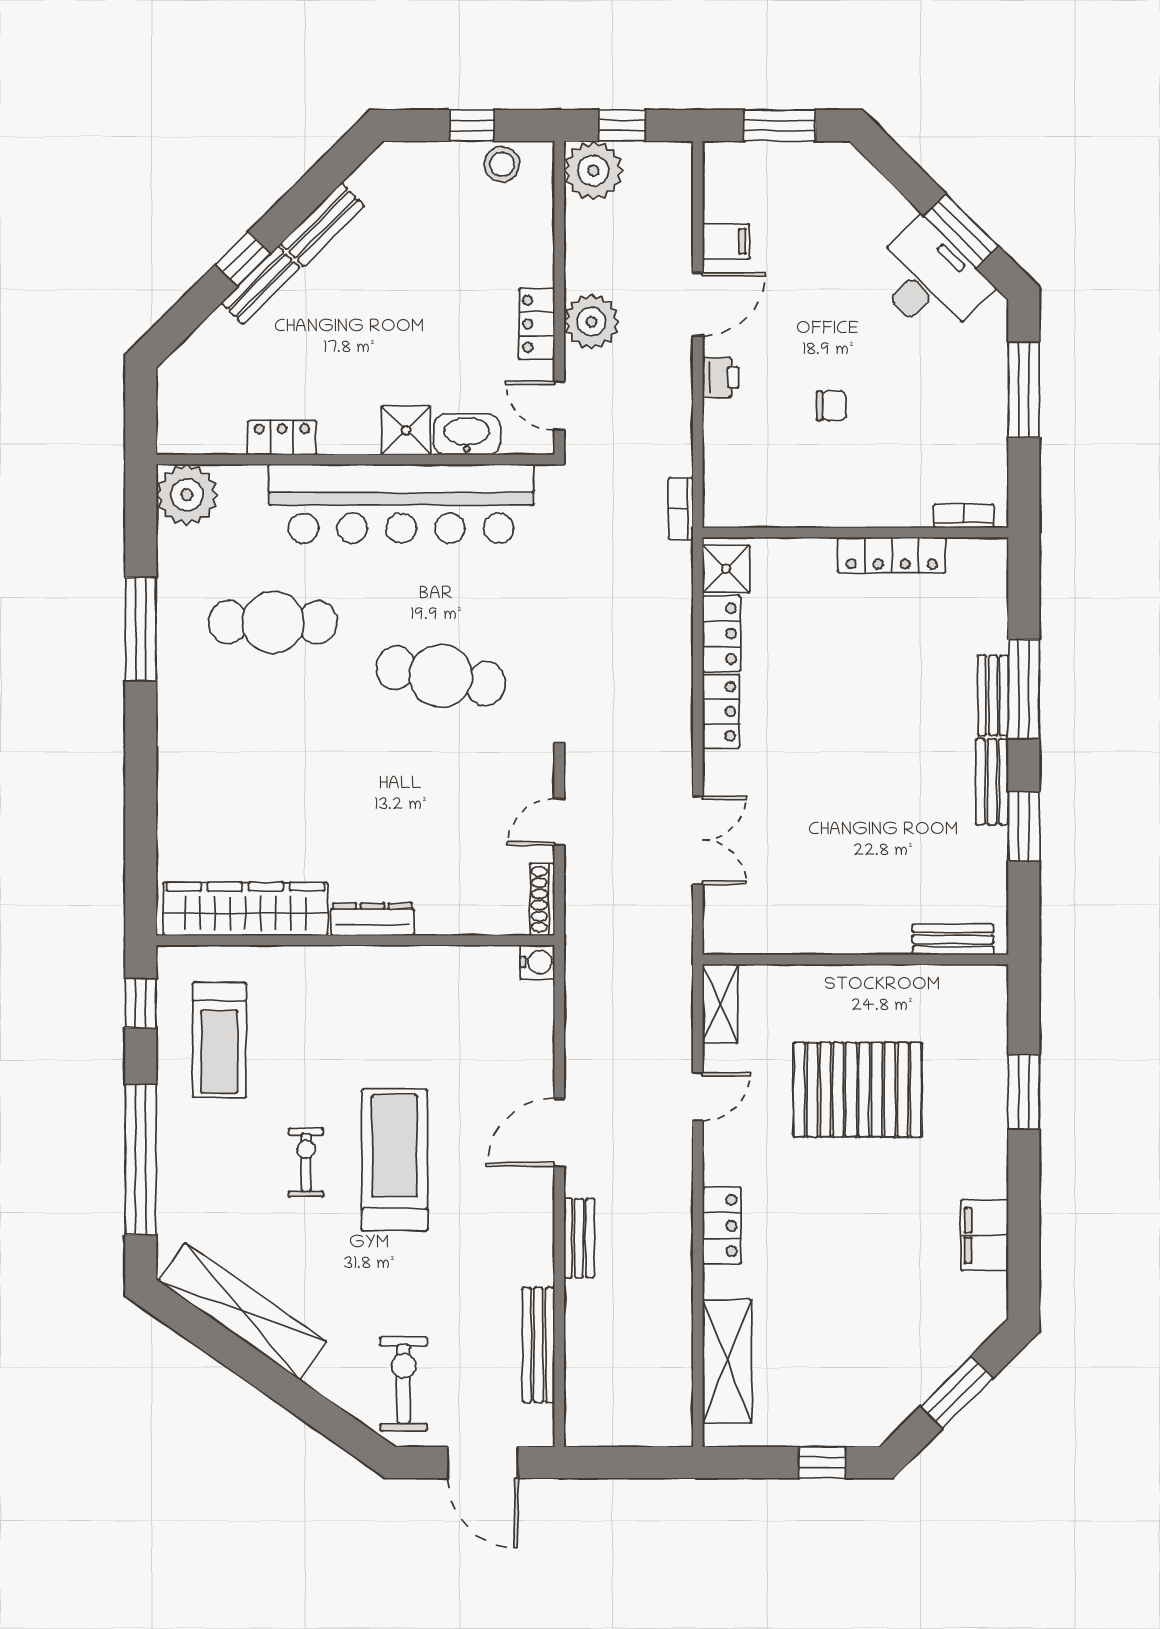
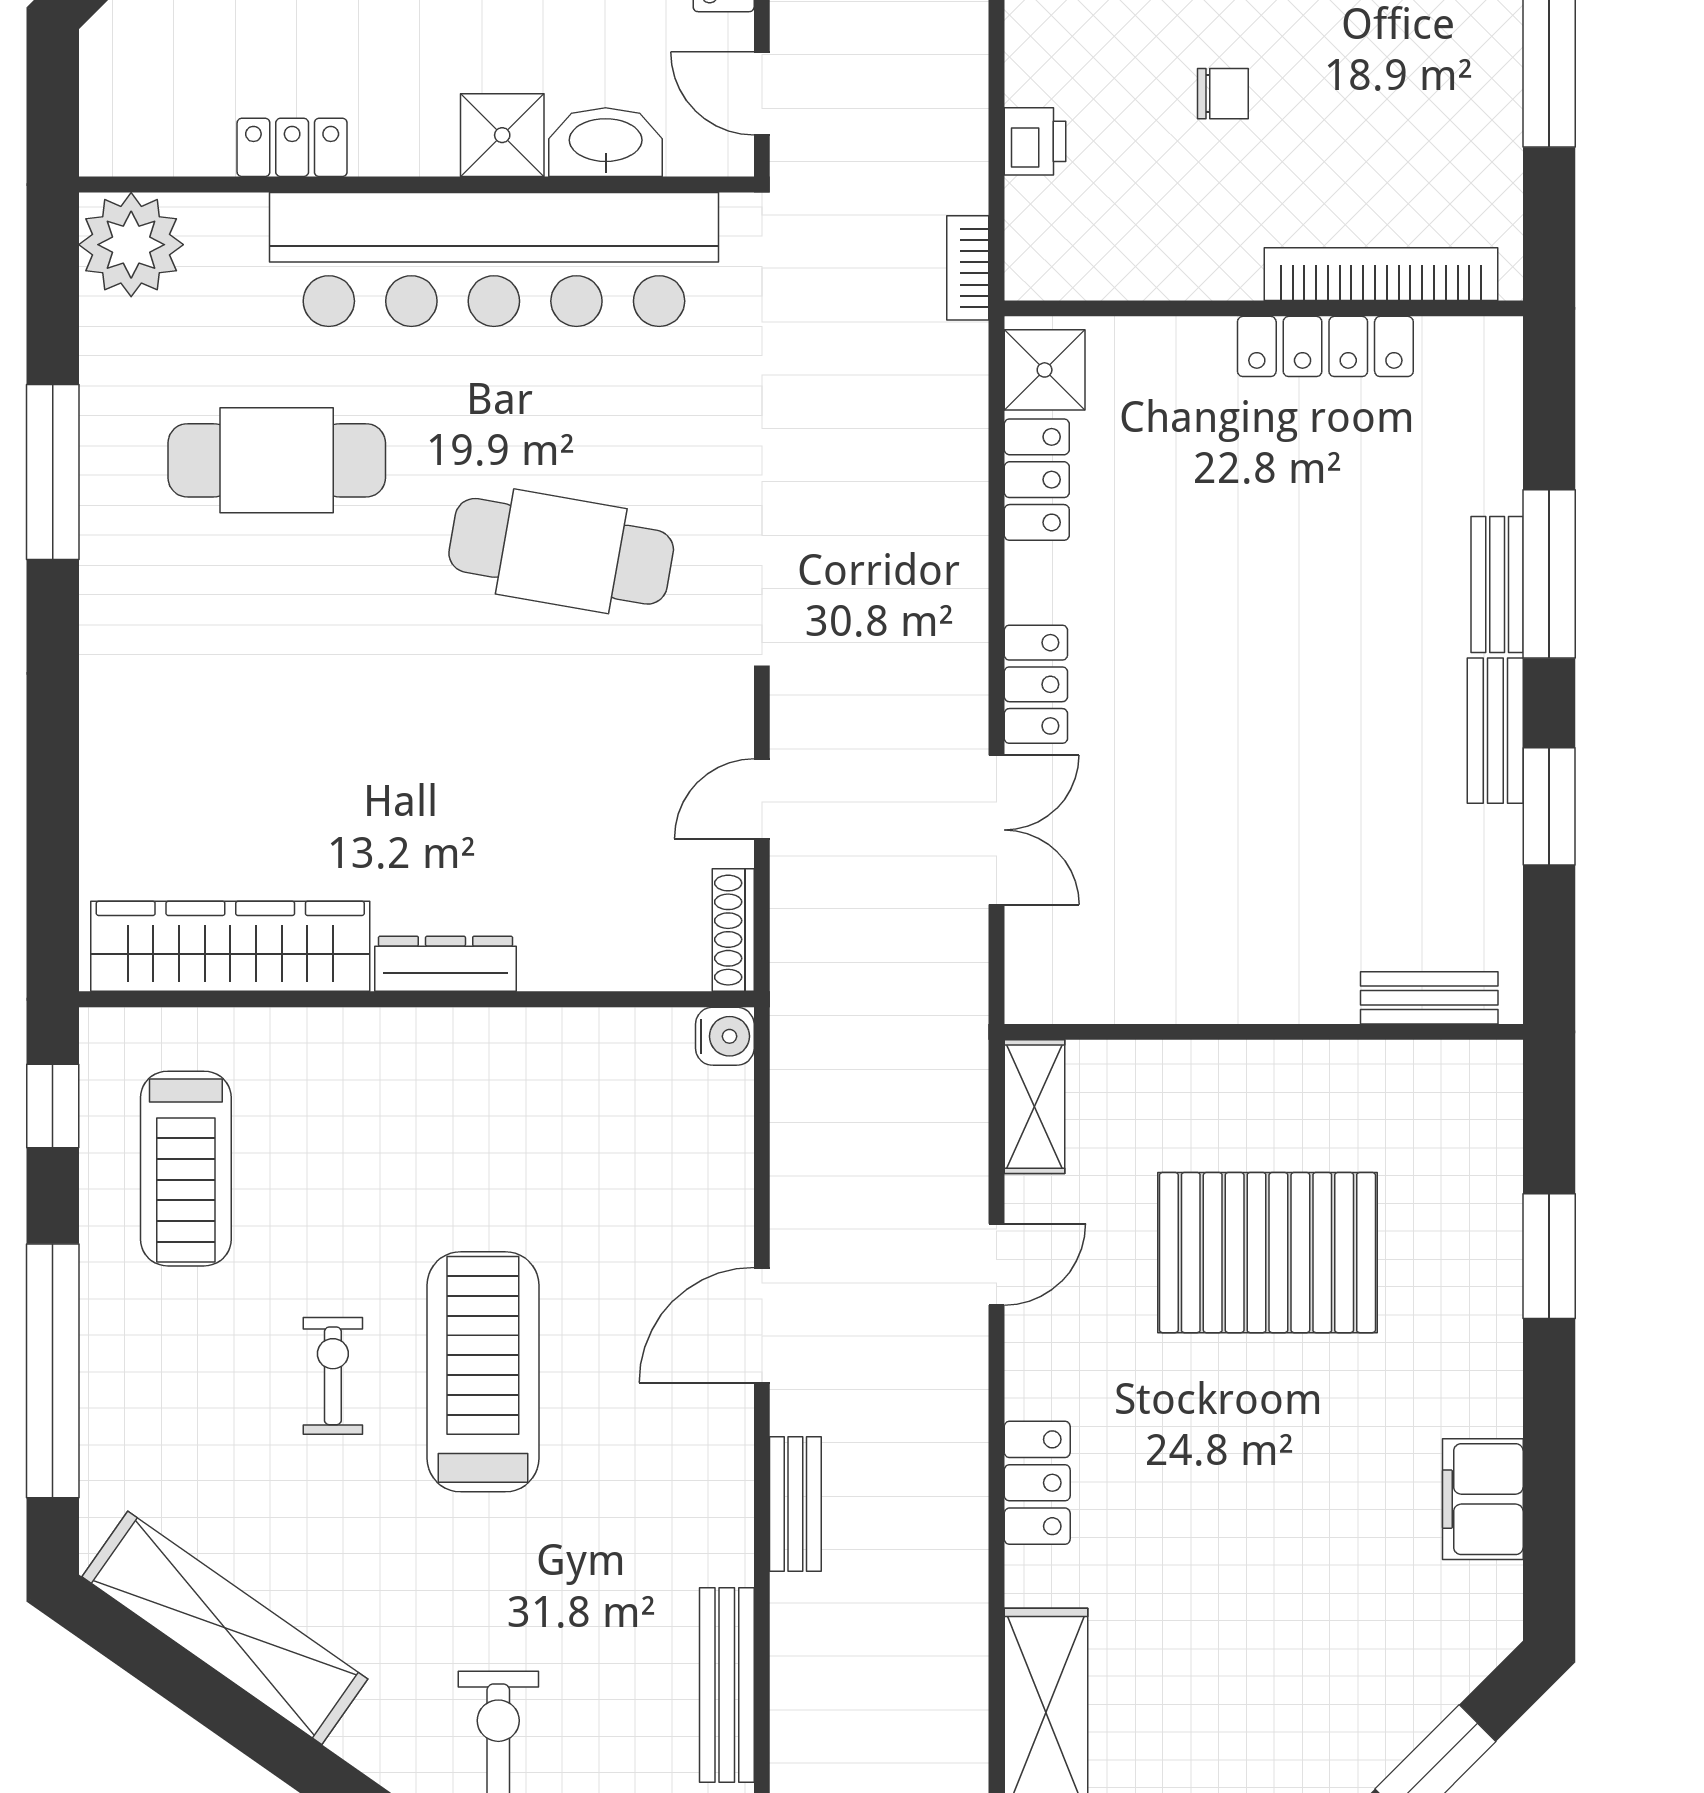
printer: (720, 377) -> (1035, 141), moved
bookcase: (964, 516) -> (1381, 274), width x2.31, depth x1.31
locker: (721, 711) -> (1036, 684), moved

